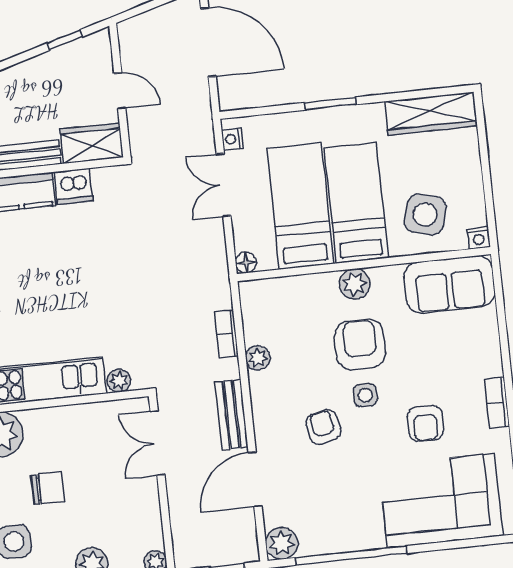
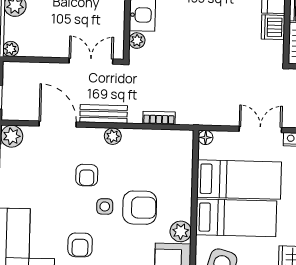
plant: (355, 284) -> (181, 231), moved
plant: (258, 358) -> (113, 136), moved
armchair: (425, 423) -> (80, 245), turned -92
armchair: (323, 427) -> (87, 175), turned 102

